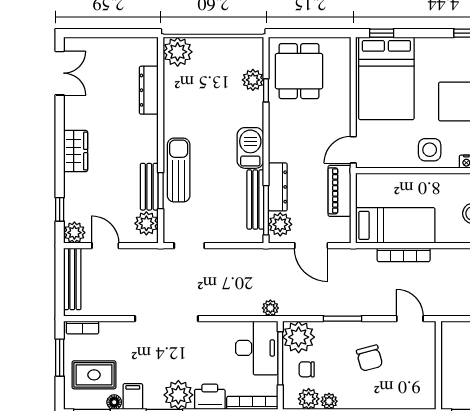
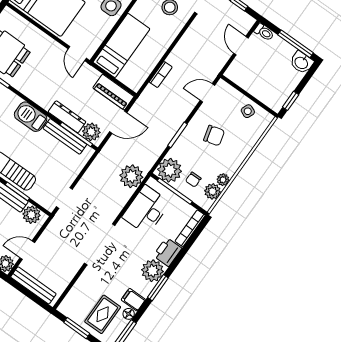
piano: (339, 191) -> (113, 92), moved
bed: (395, 225) -> (121, 46), moved
bookcase: (404, 255) -> (161, 74), width x0.64
plant: (270, 308) -> (131, 176), width x1.88, depth x1.88
bookcase: (83, 328) -> (68, 301), removed
desk: (257, 348) -> (146, 210), moved, turned -90
side table: (421, 376) -> (248, 111), added

